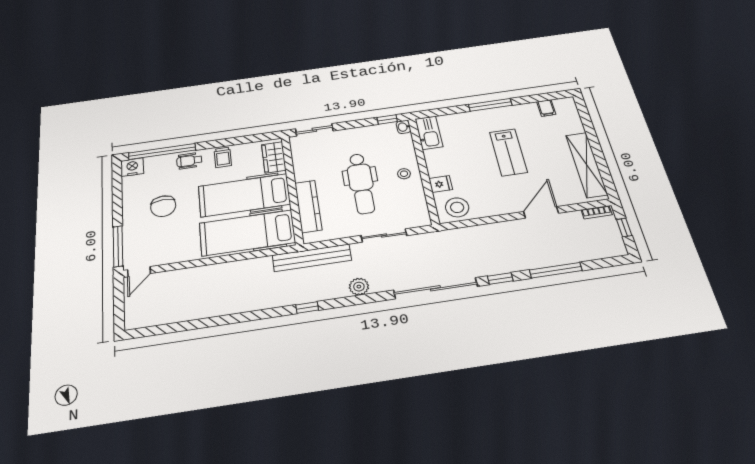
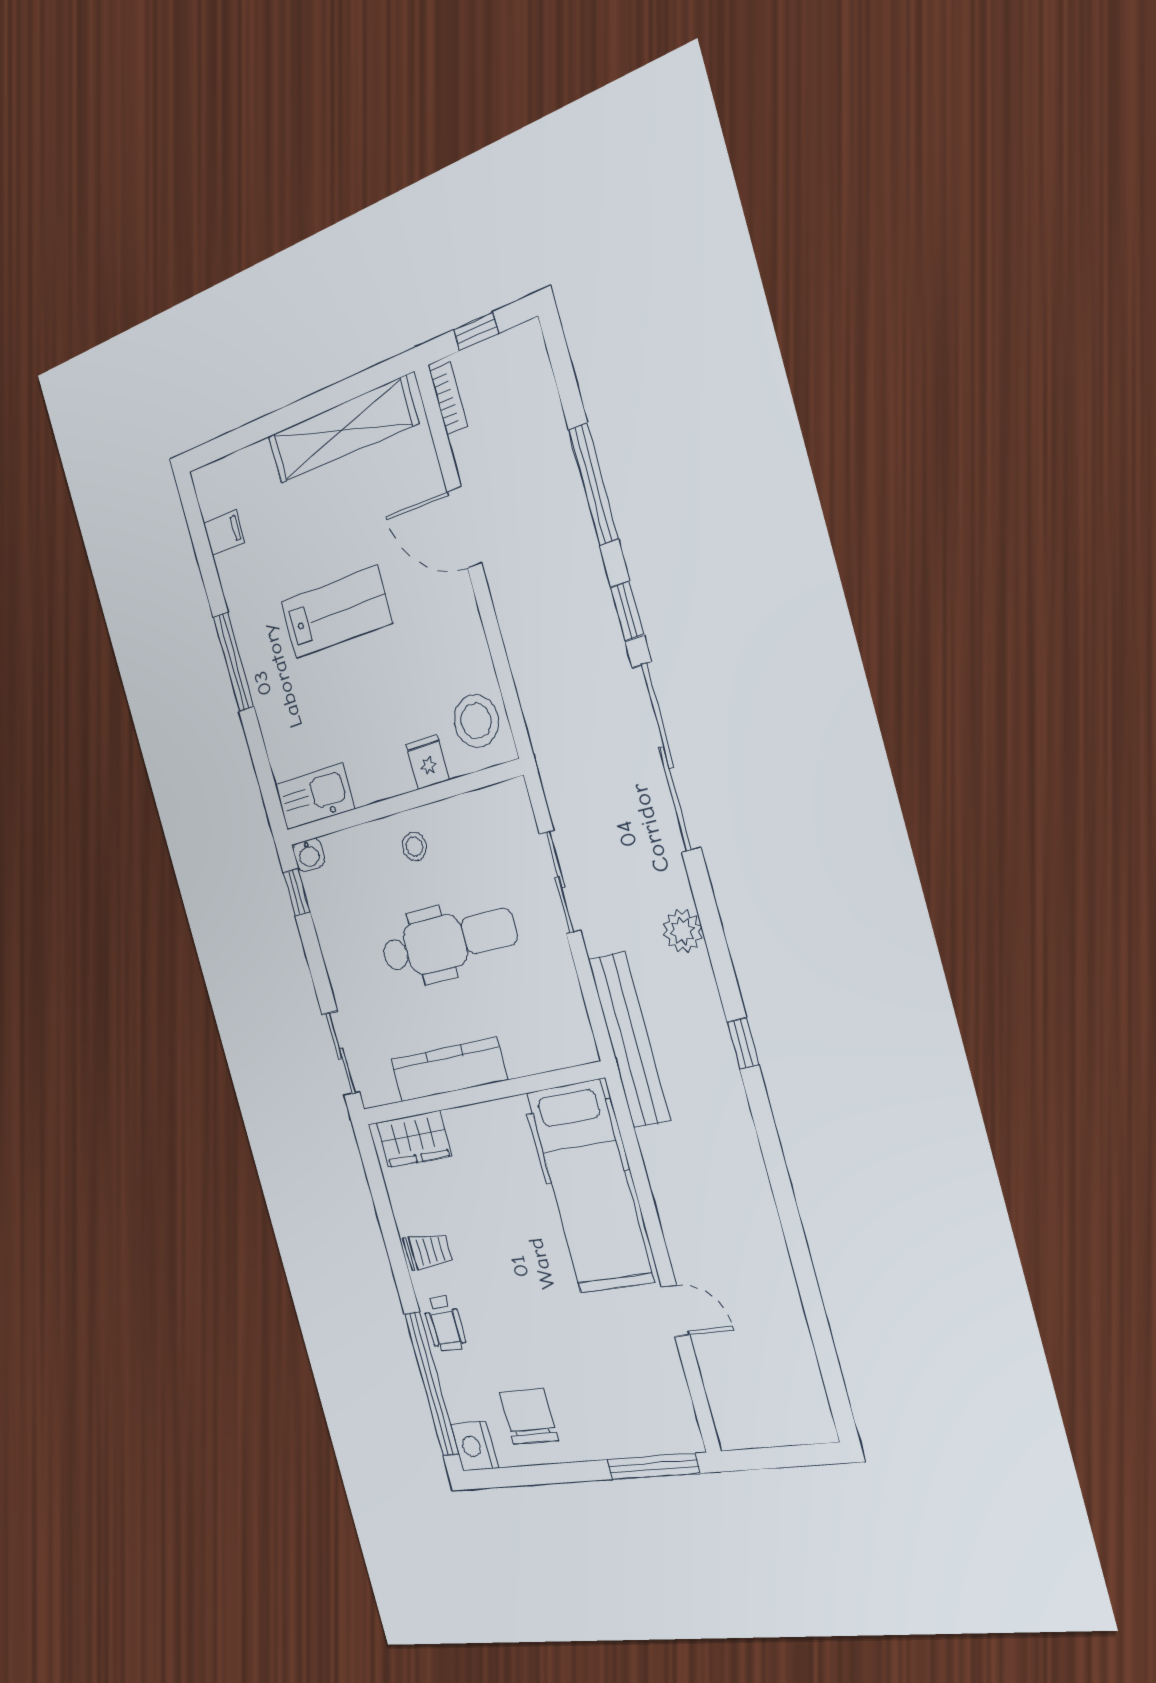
hospital bed: (244, 195) -> (507, 1199), removed
chair: (163, 206) -> (529, 1416), moved, turned -87
kitchen counter: (308, 206) -> (449, 1070), moved
door: (139, 272) -> (676, 1311), moved

